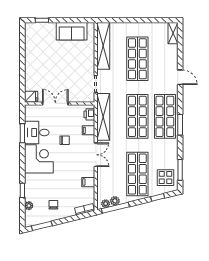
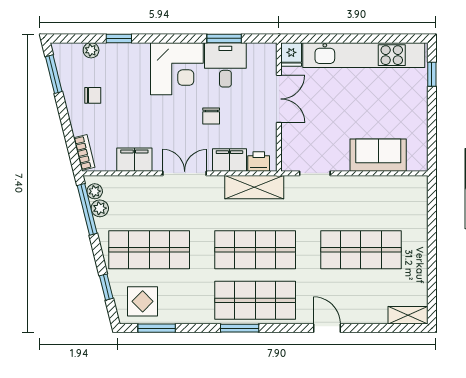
sofa: (72, 31) -> (378, 155), moved, turned 90
shelving: (103, 46) -> (385, 187), removed
kitchen unit: (31, 57) -> (364, 55), added
door: (180, 77) -> (327, 328), swing flipped
shelving: (103, 117) -> (254, 187), width x0.68
filing cabinet: (89, 130) -> (229, 160), width x2.00
double door: (96, 155) -> (185, 173), swing flipped
filing cabinet: (88, 182) -> (134, 160), width x2.00

